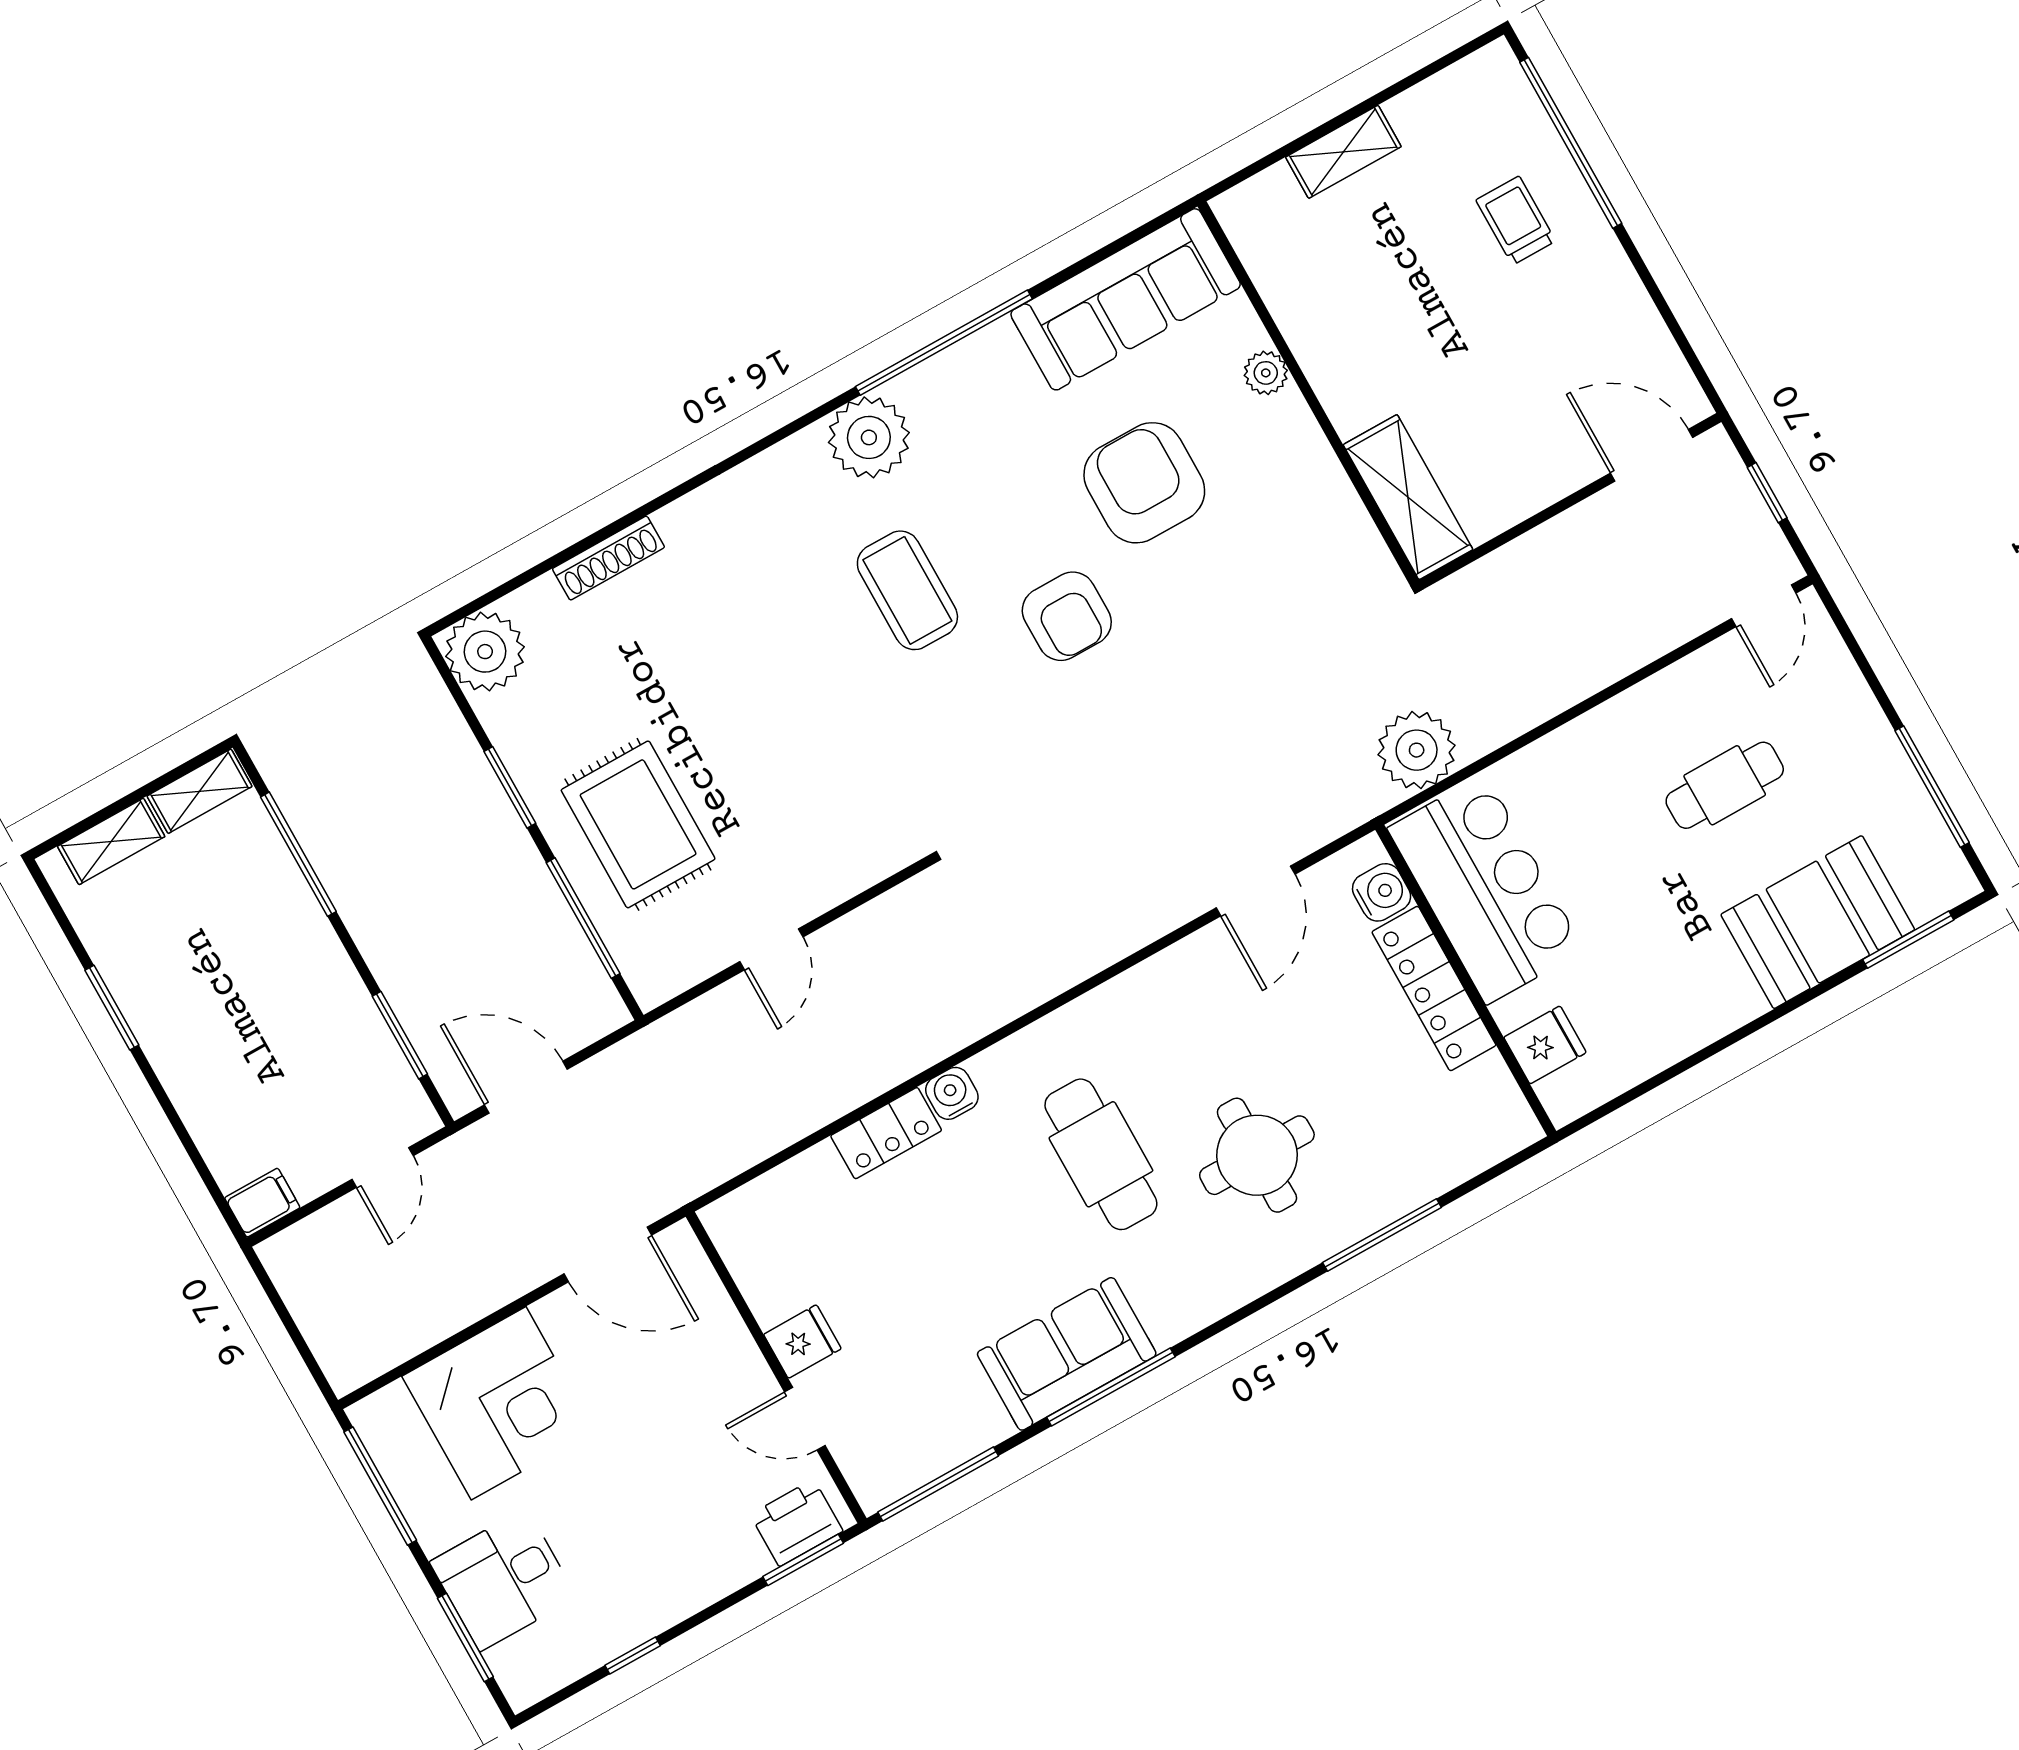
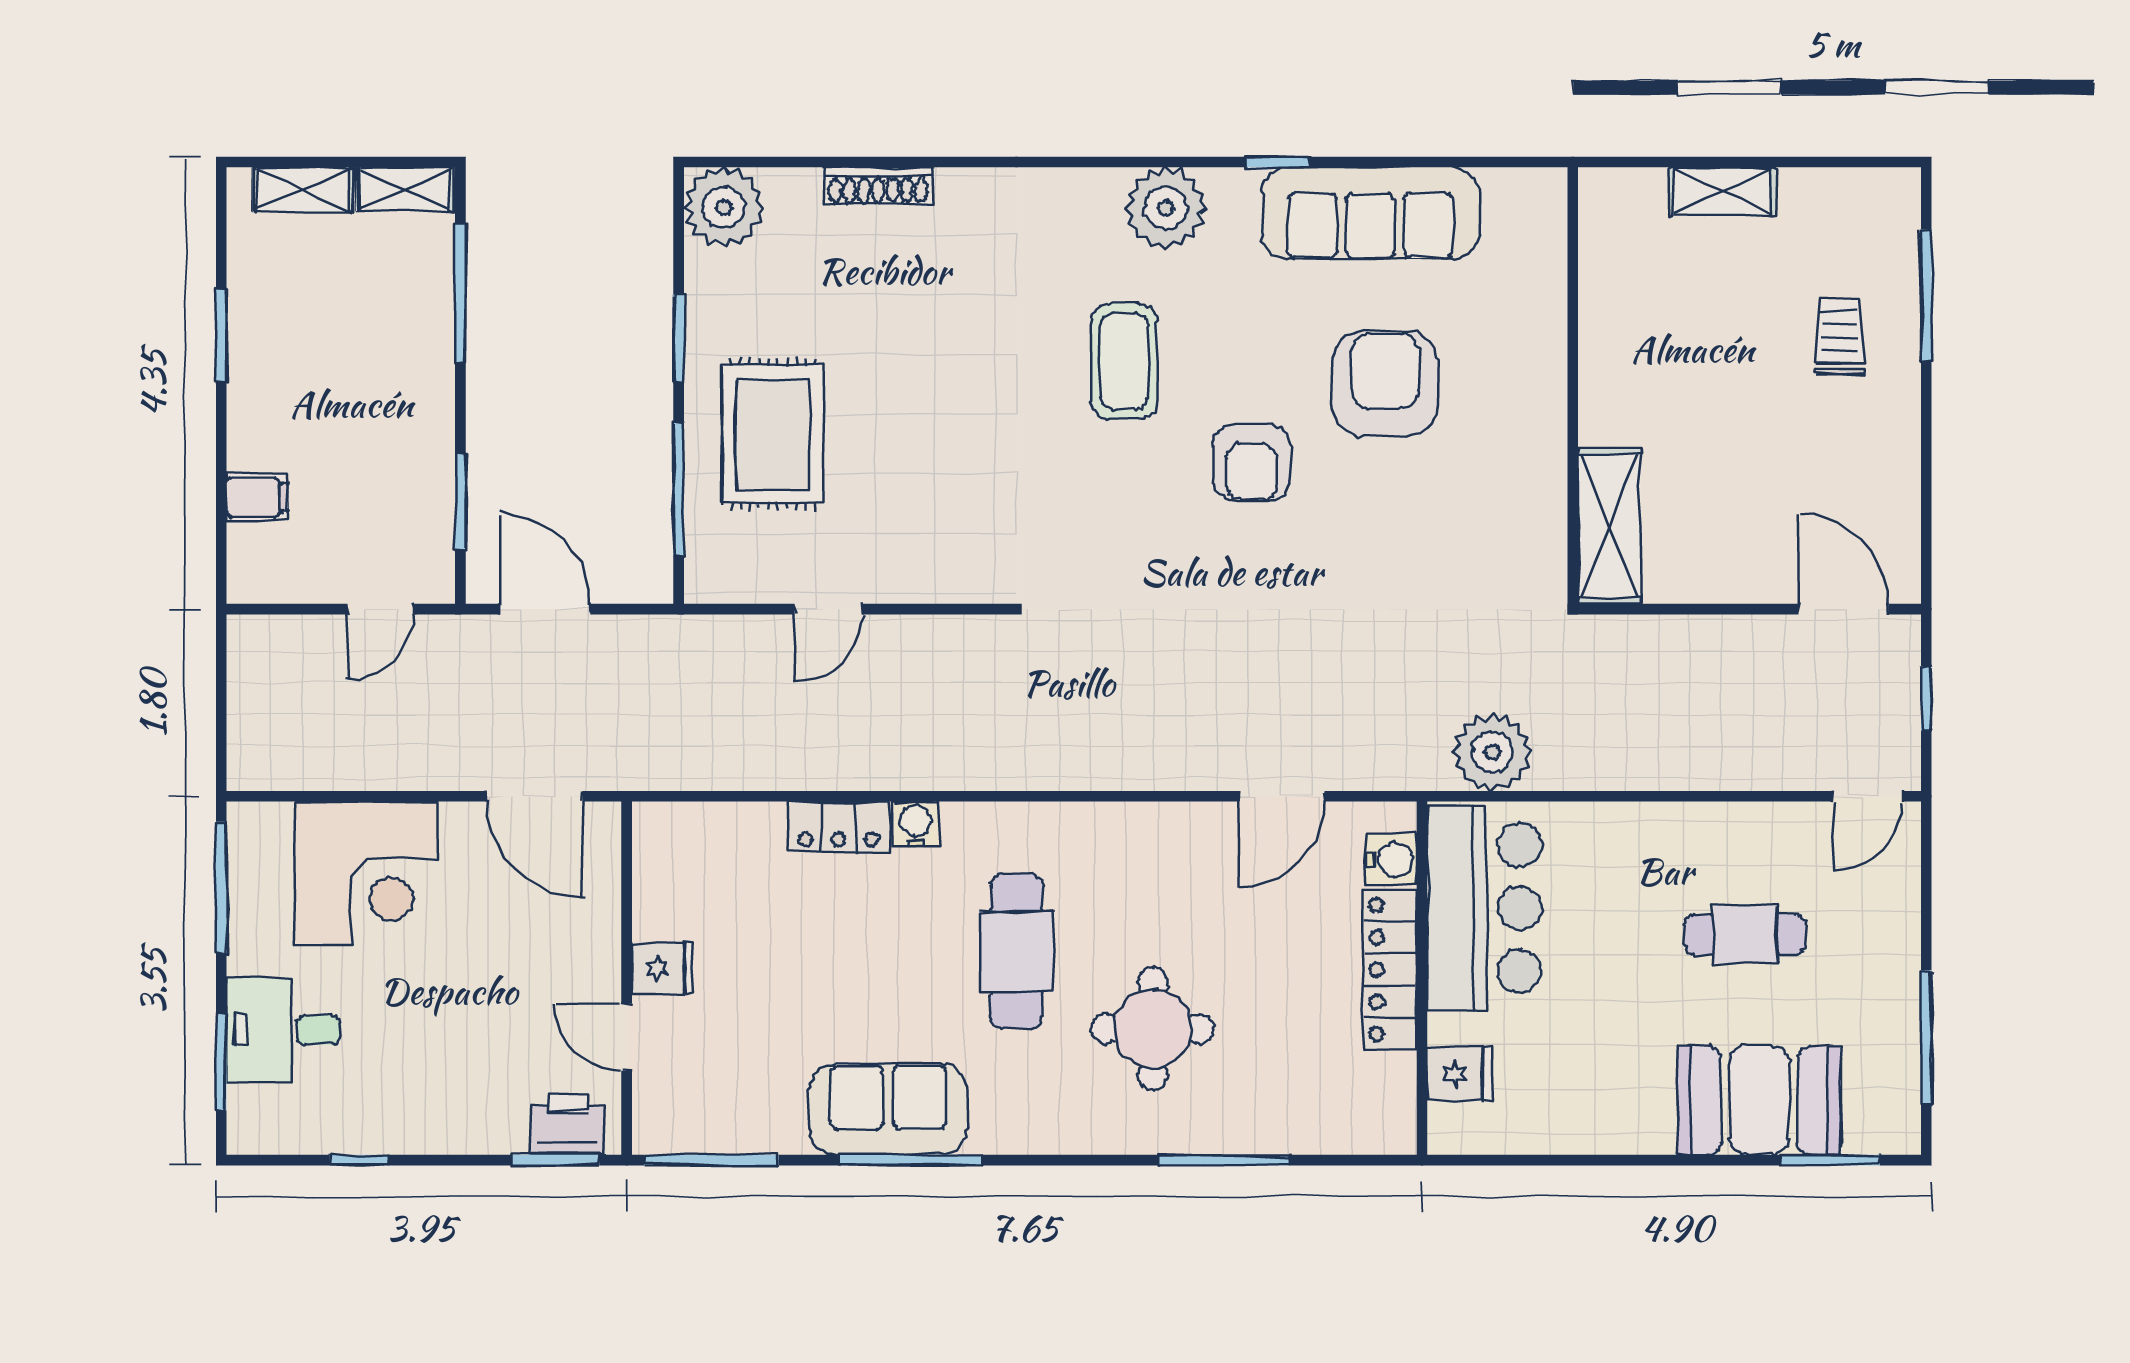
window: (1571, 143) -> (1926, 295), width x0.68
sofa: (1126, 299) -> (1370, 213), moved
window: (944, 343) -> (1278, 162), width x0.32
plant: (1266, 373) -> (1546, 347), removed
filing cabinet: (262, 1203) -> (257, 497), moved

